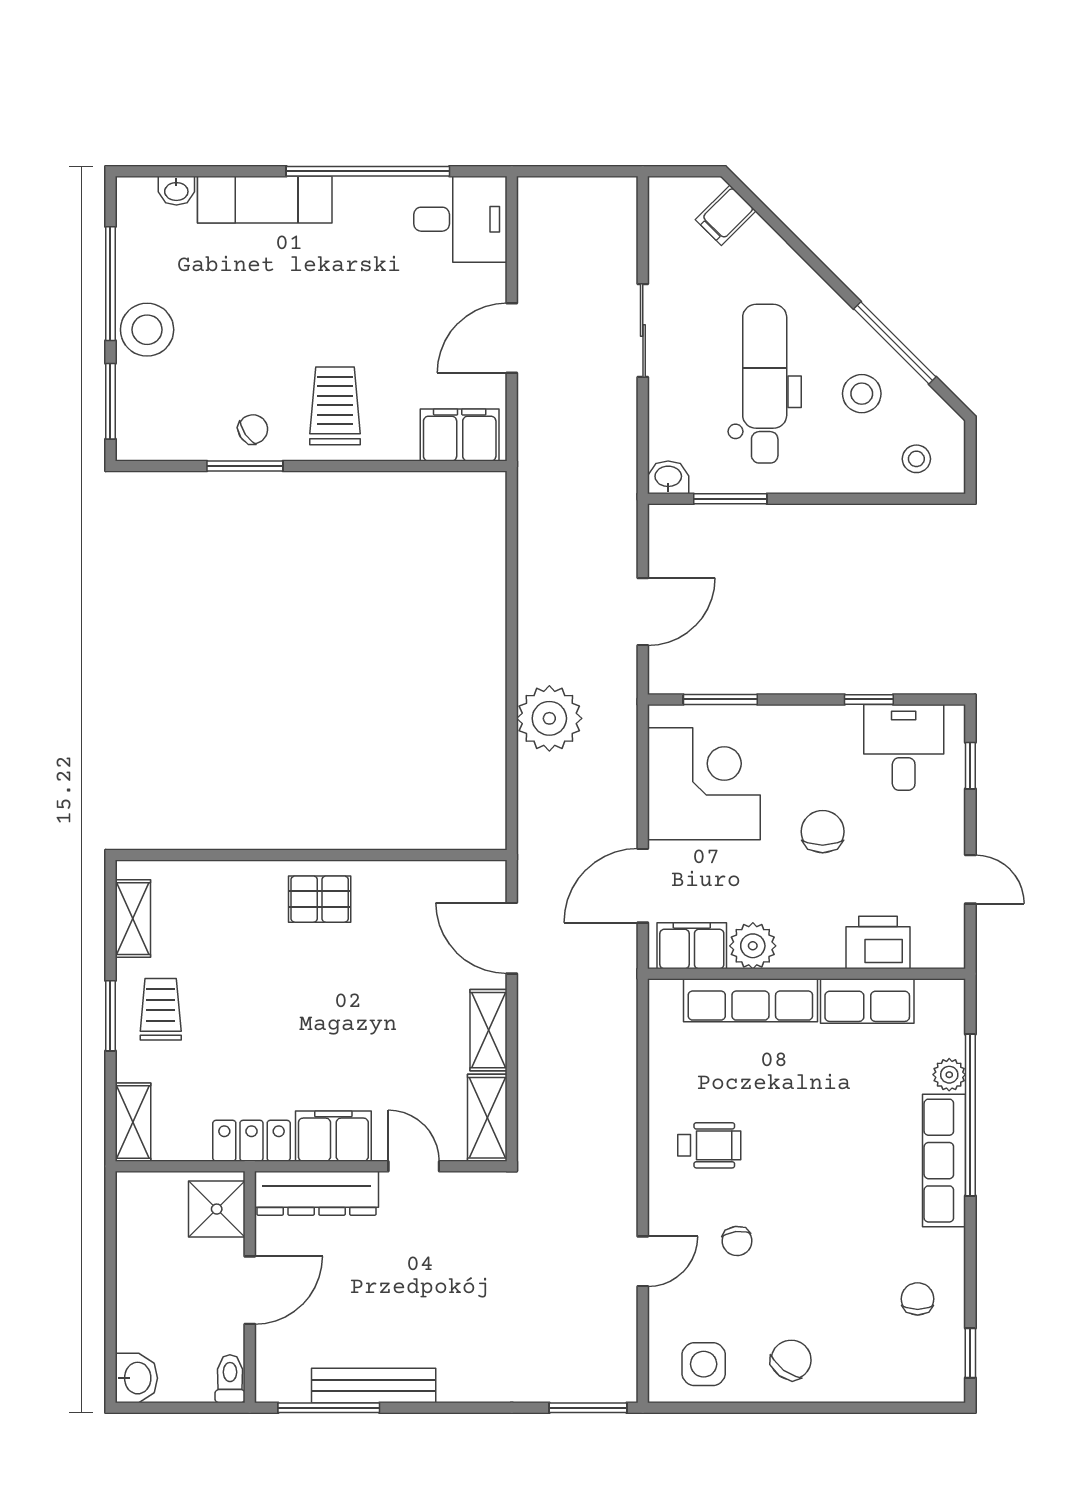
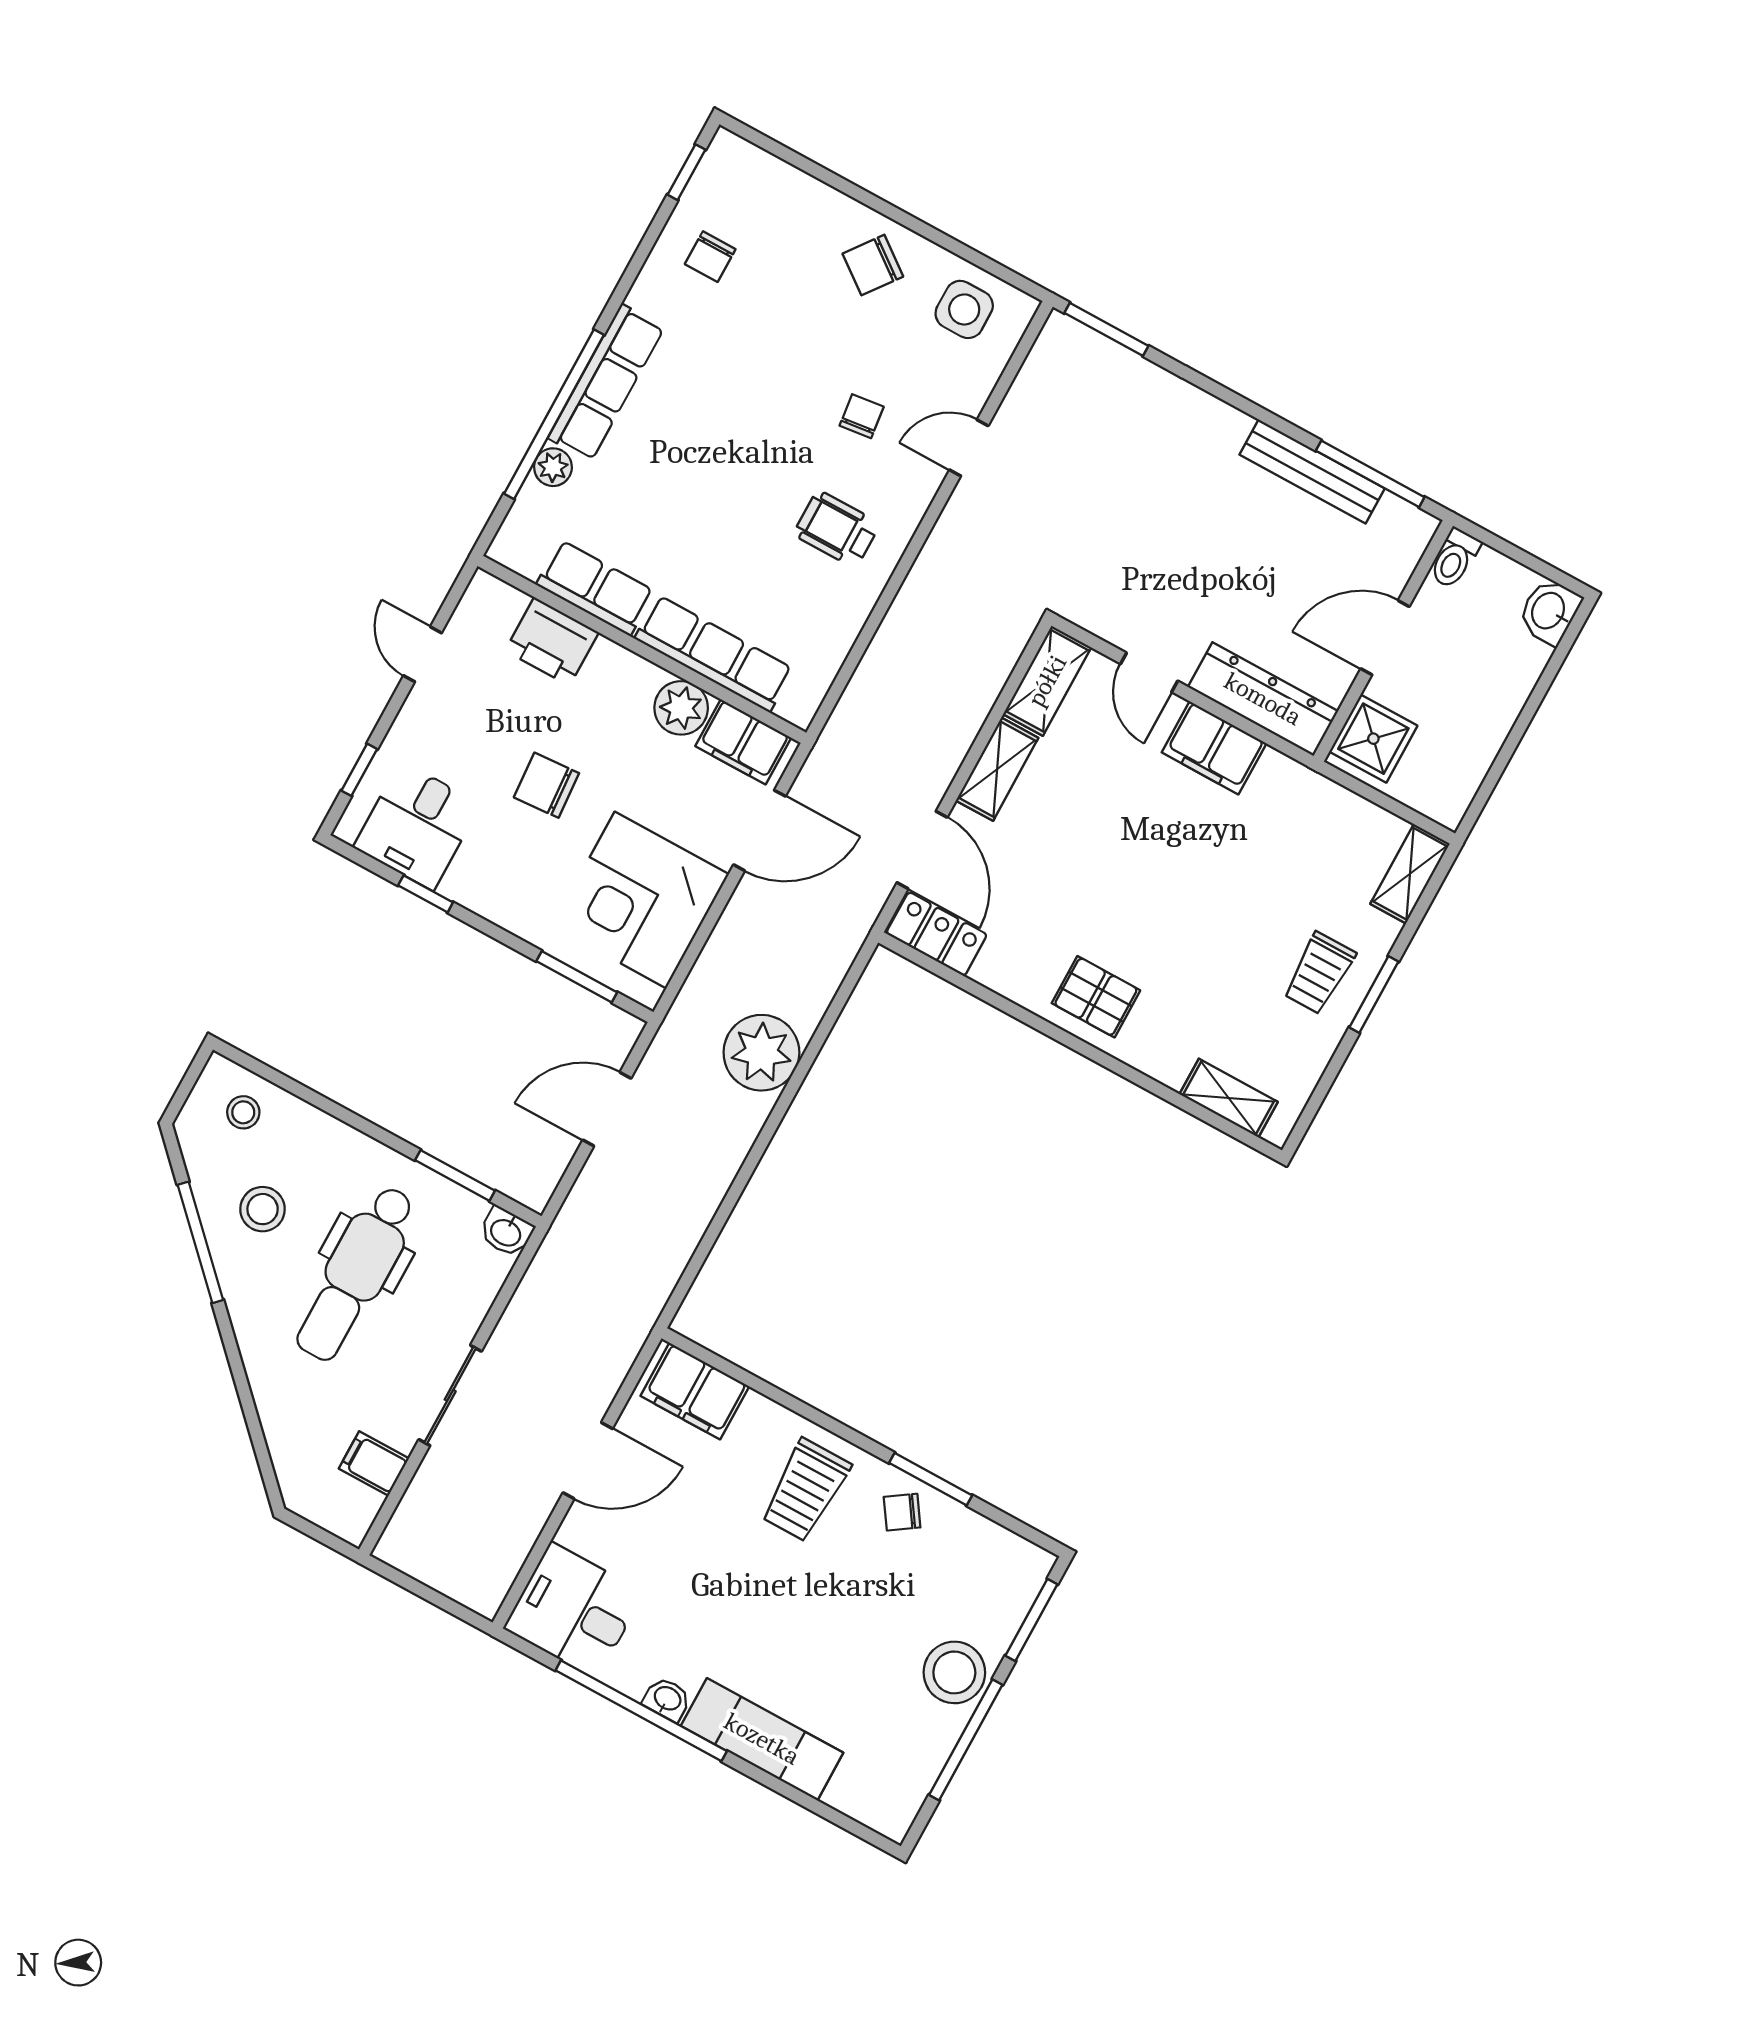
washbasin: (176, 191) -> (667, 1699), moved
filing cabinet: (726, 215) -> (374, 1464), moved, turned -135
chair: (823, 832) -> (546, 785), turned 86
shelving: (133, 919) -> (1229, 1098), moved, turned 90
locker: (251, 1141) -> (937, 934), moved, turned 180

